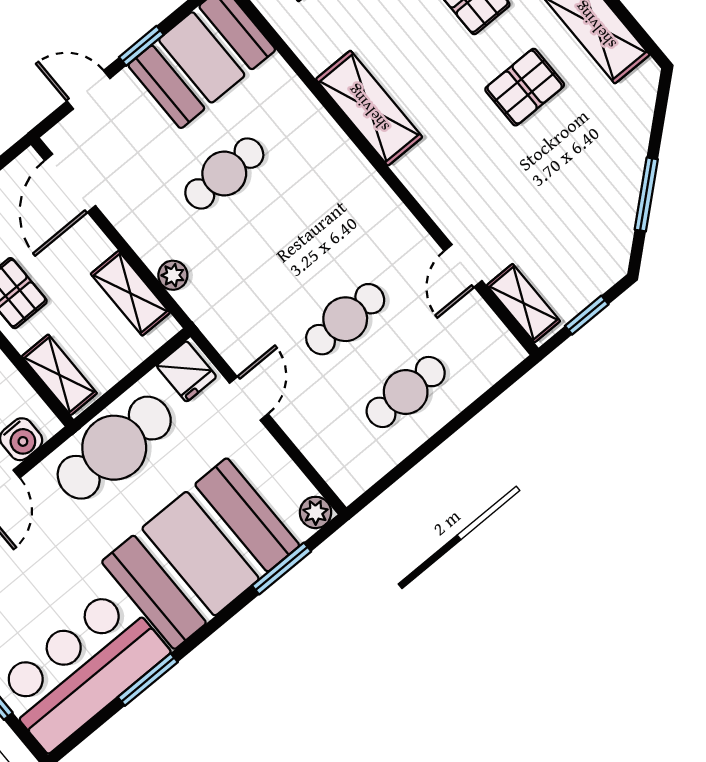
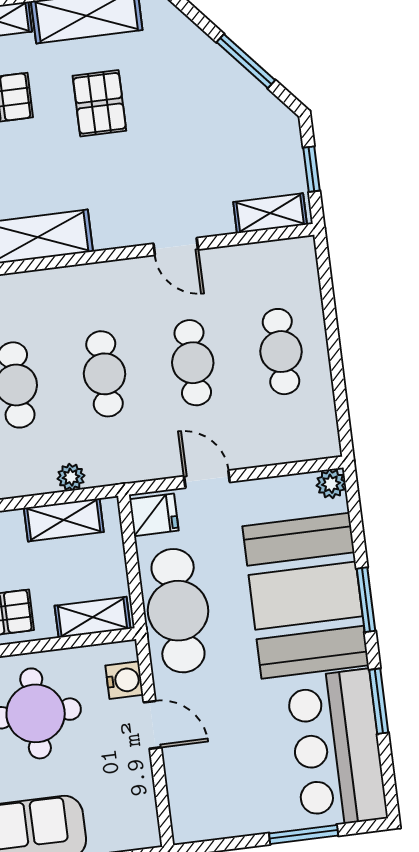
cafe table: (285, 246) -> (105, 374), added
door: (463, 266) -> (176, 247), moved
window: (282, 568) -> (366, 600), moved

